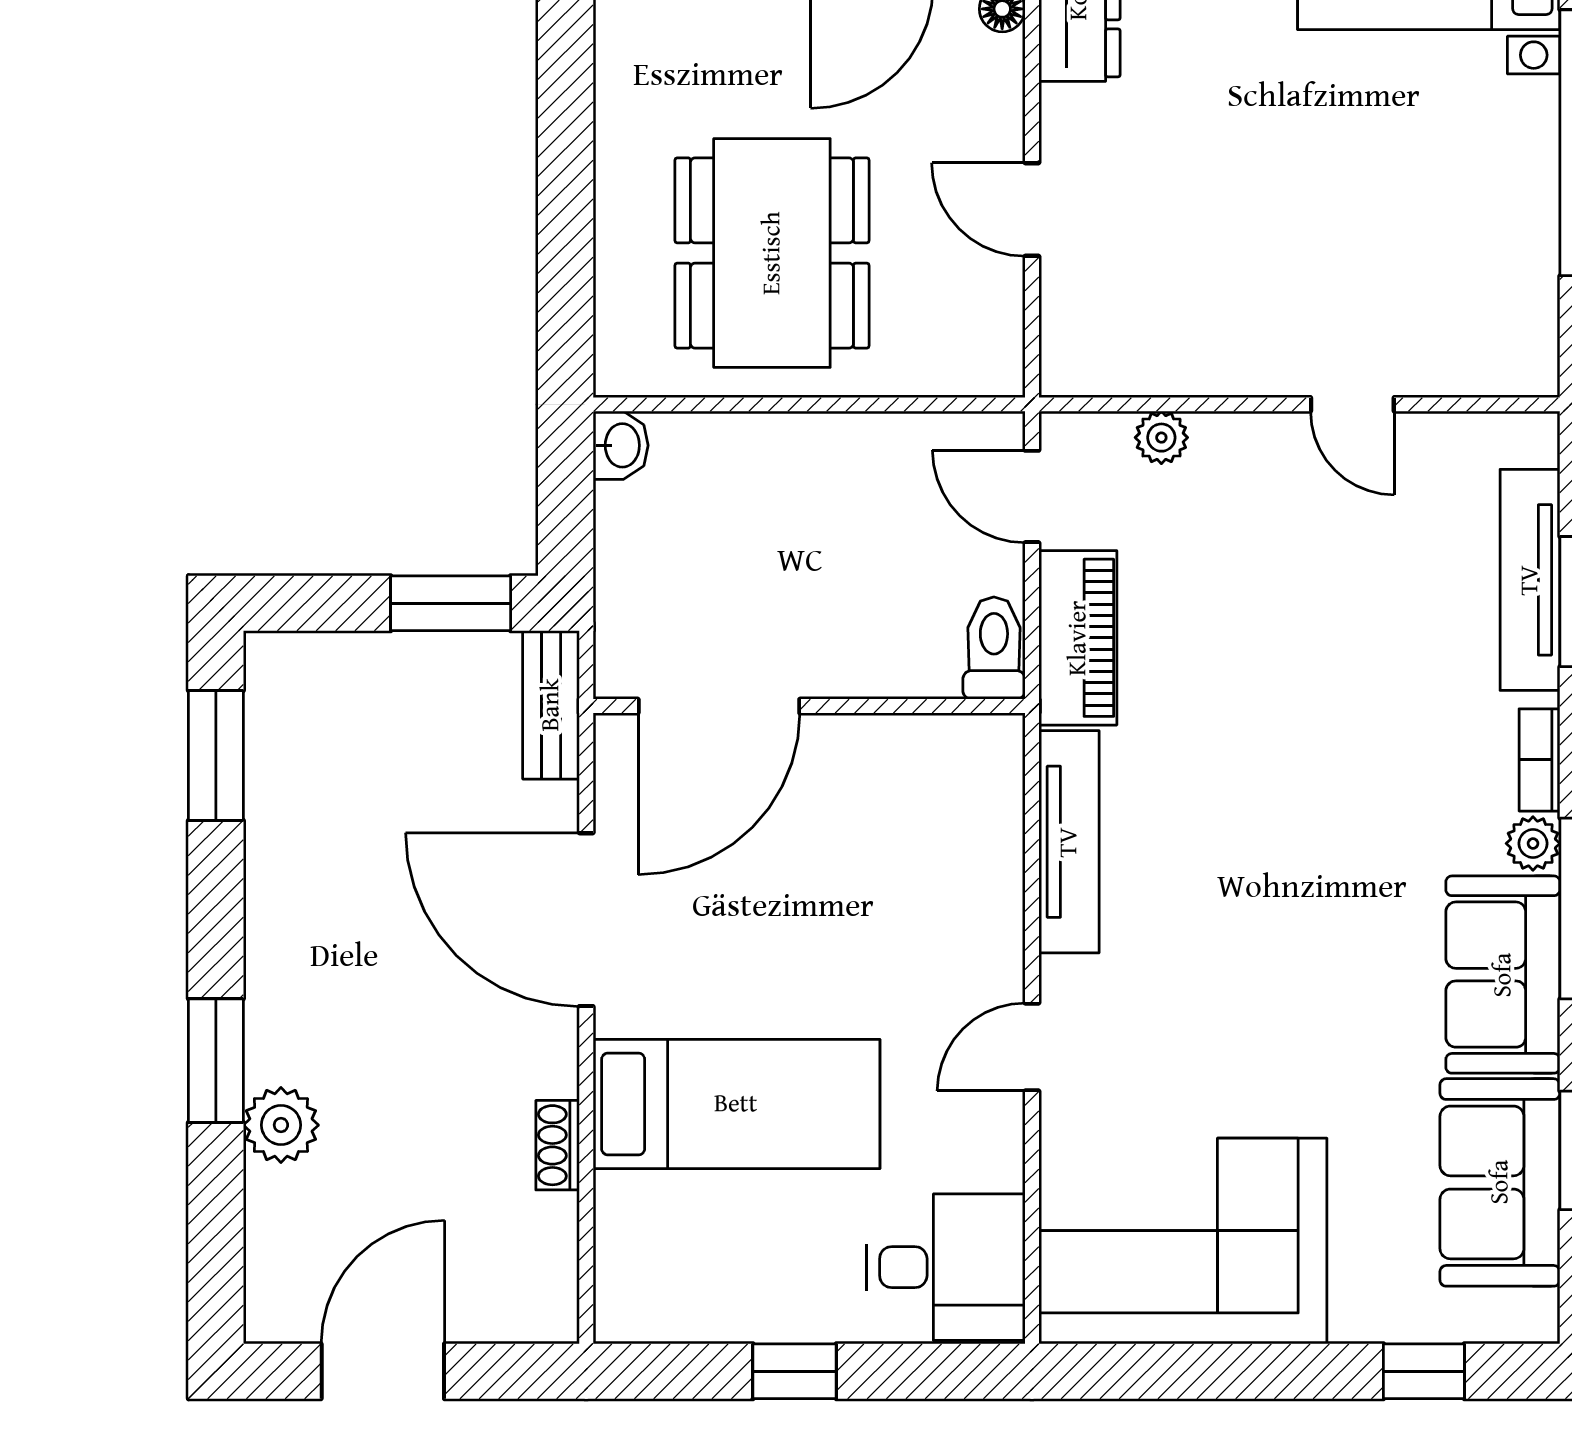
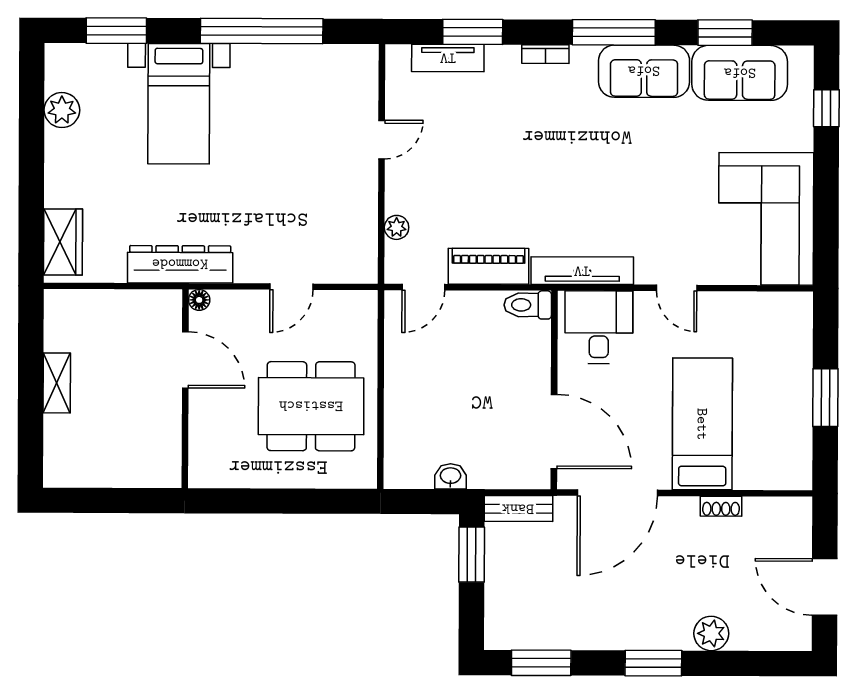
washbasin: (621, 445) -> (451, 476), moved
tv unit: (1530, 580) -> (448, 58), width x0.71
toilet: (994, 648) -> (528, 305), moved
door: (719, 706) -> (554, 431), moved
wall: (809, 706) -> (554, 390), moved
plant: (1533, 843) -> (584, 57), removed
window: (216, 1061) -> (653, 663), moved
desk: (946, 1267) -> (599, 327), moved
window: (795, 1371) -> (825, 398), width x1.50

